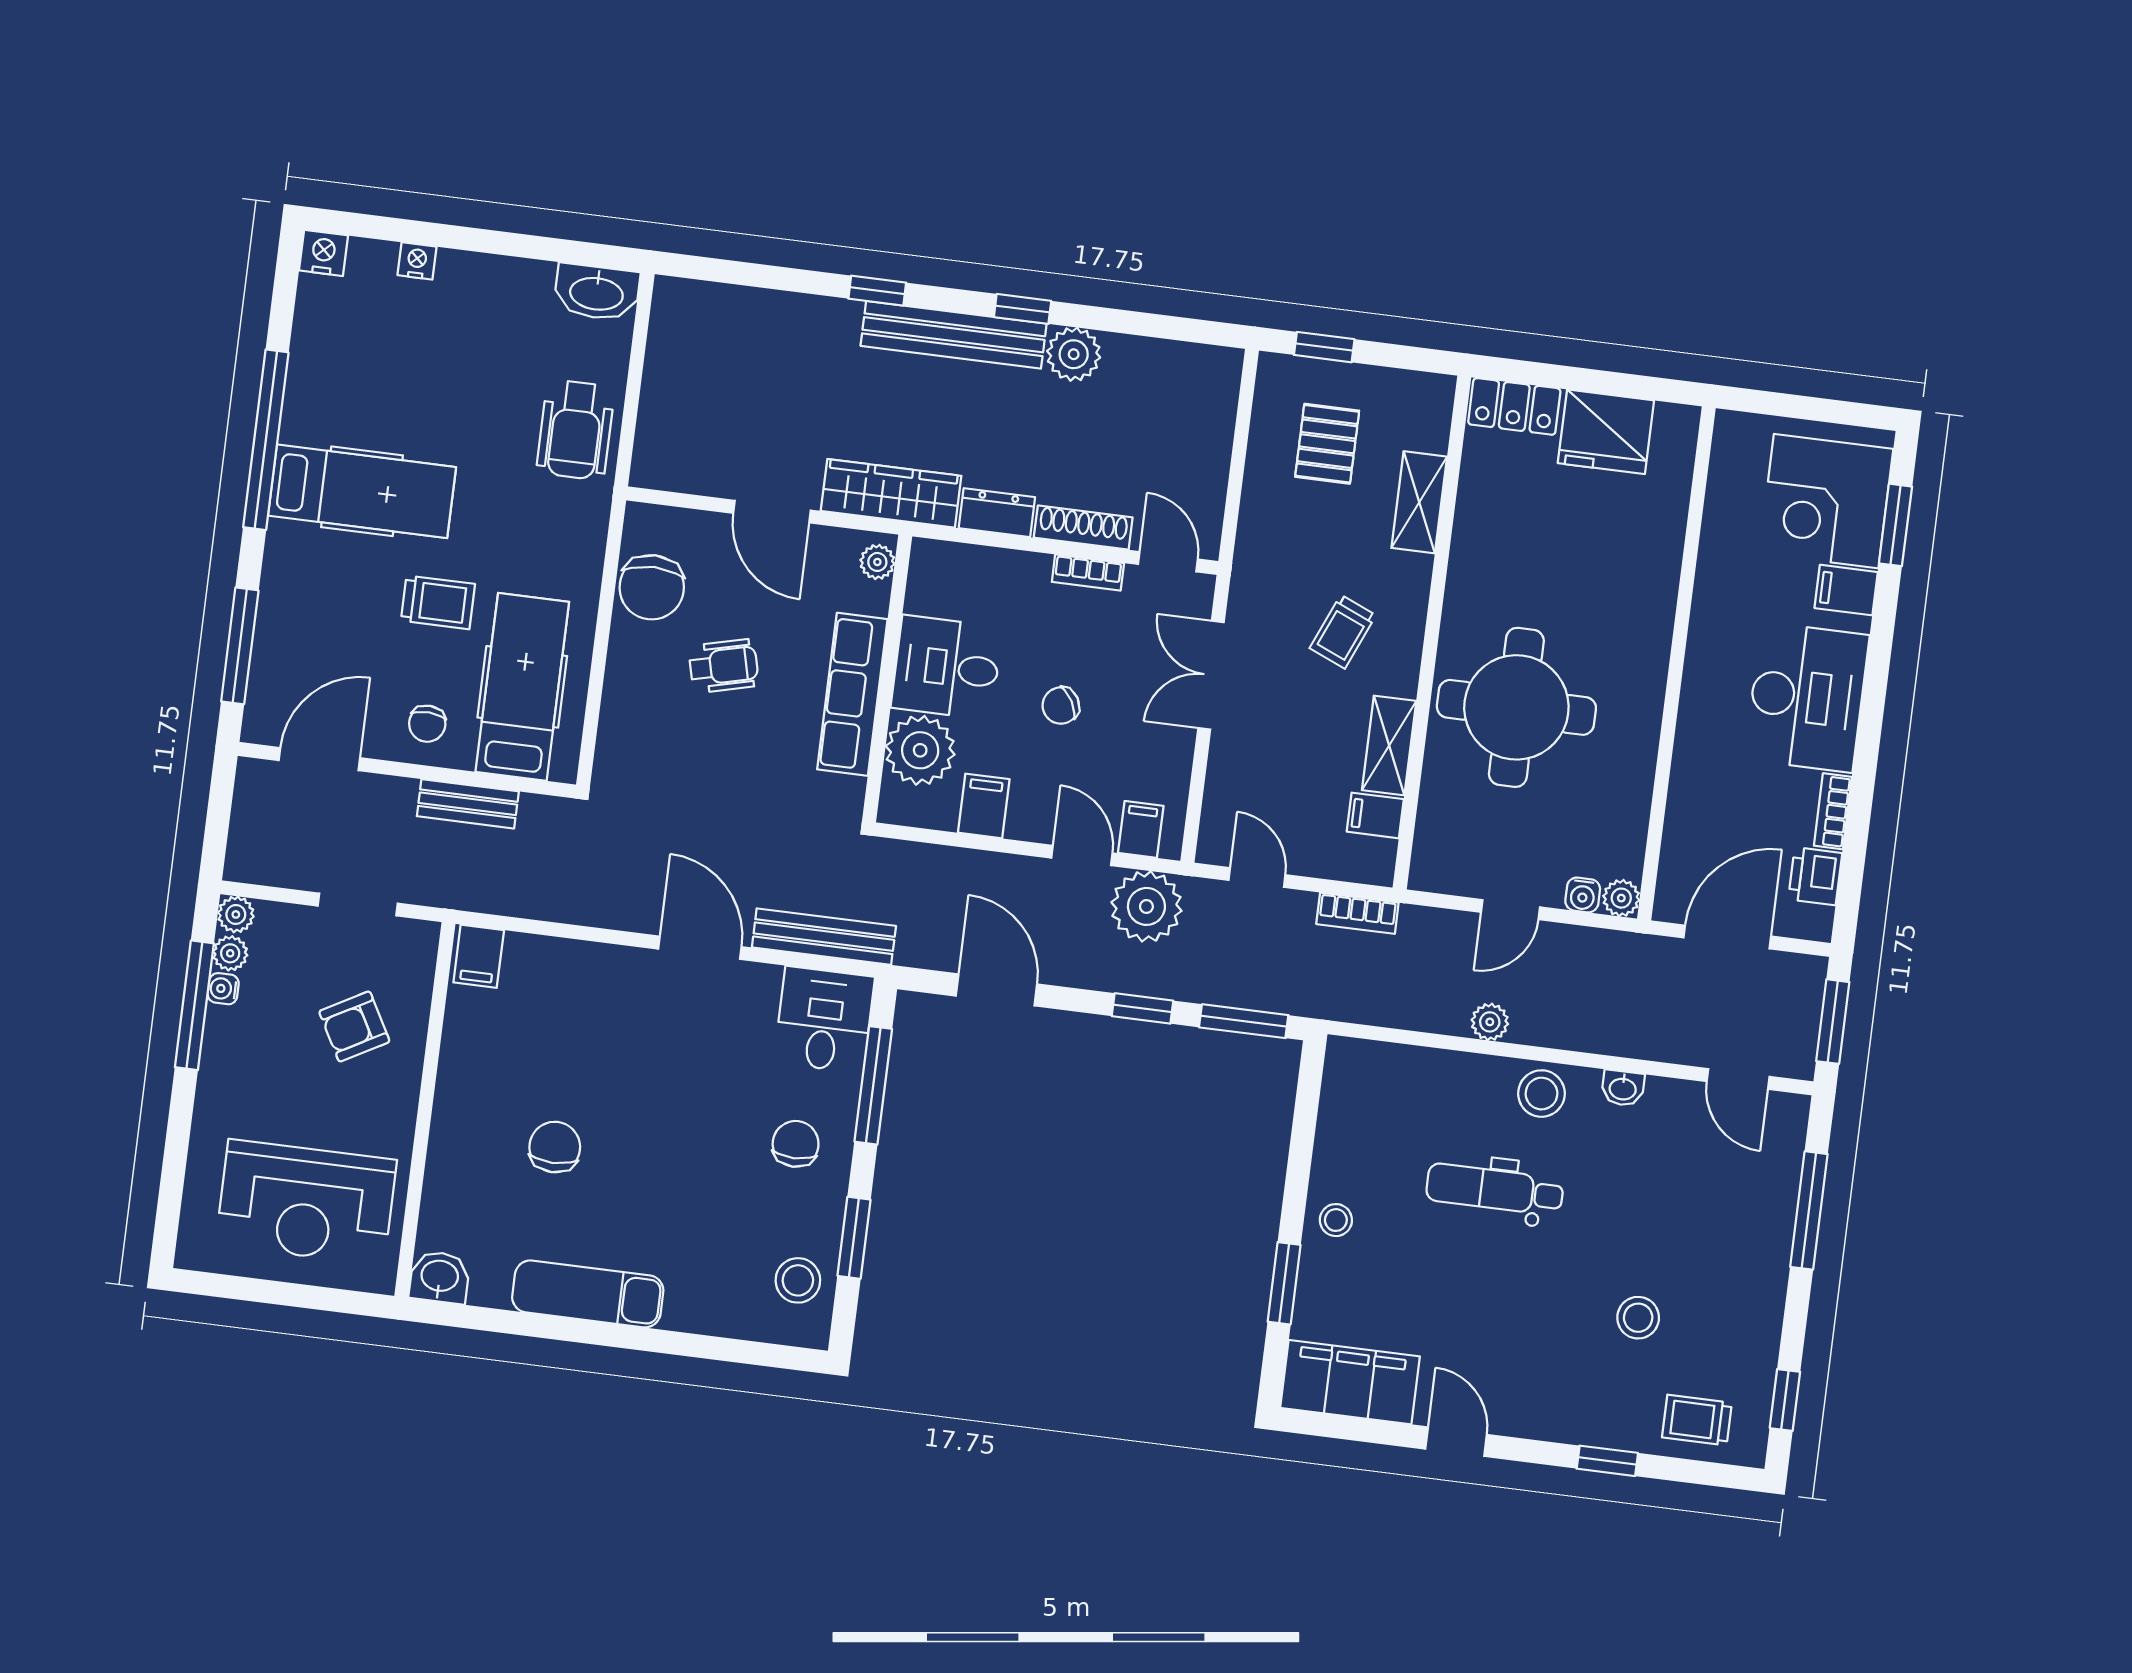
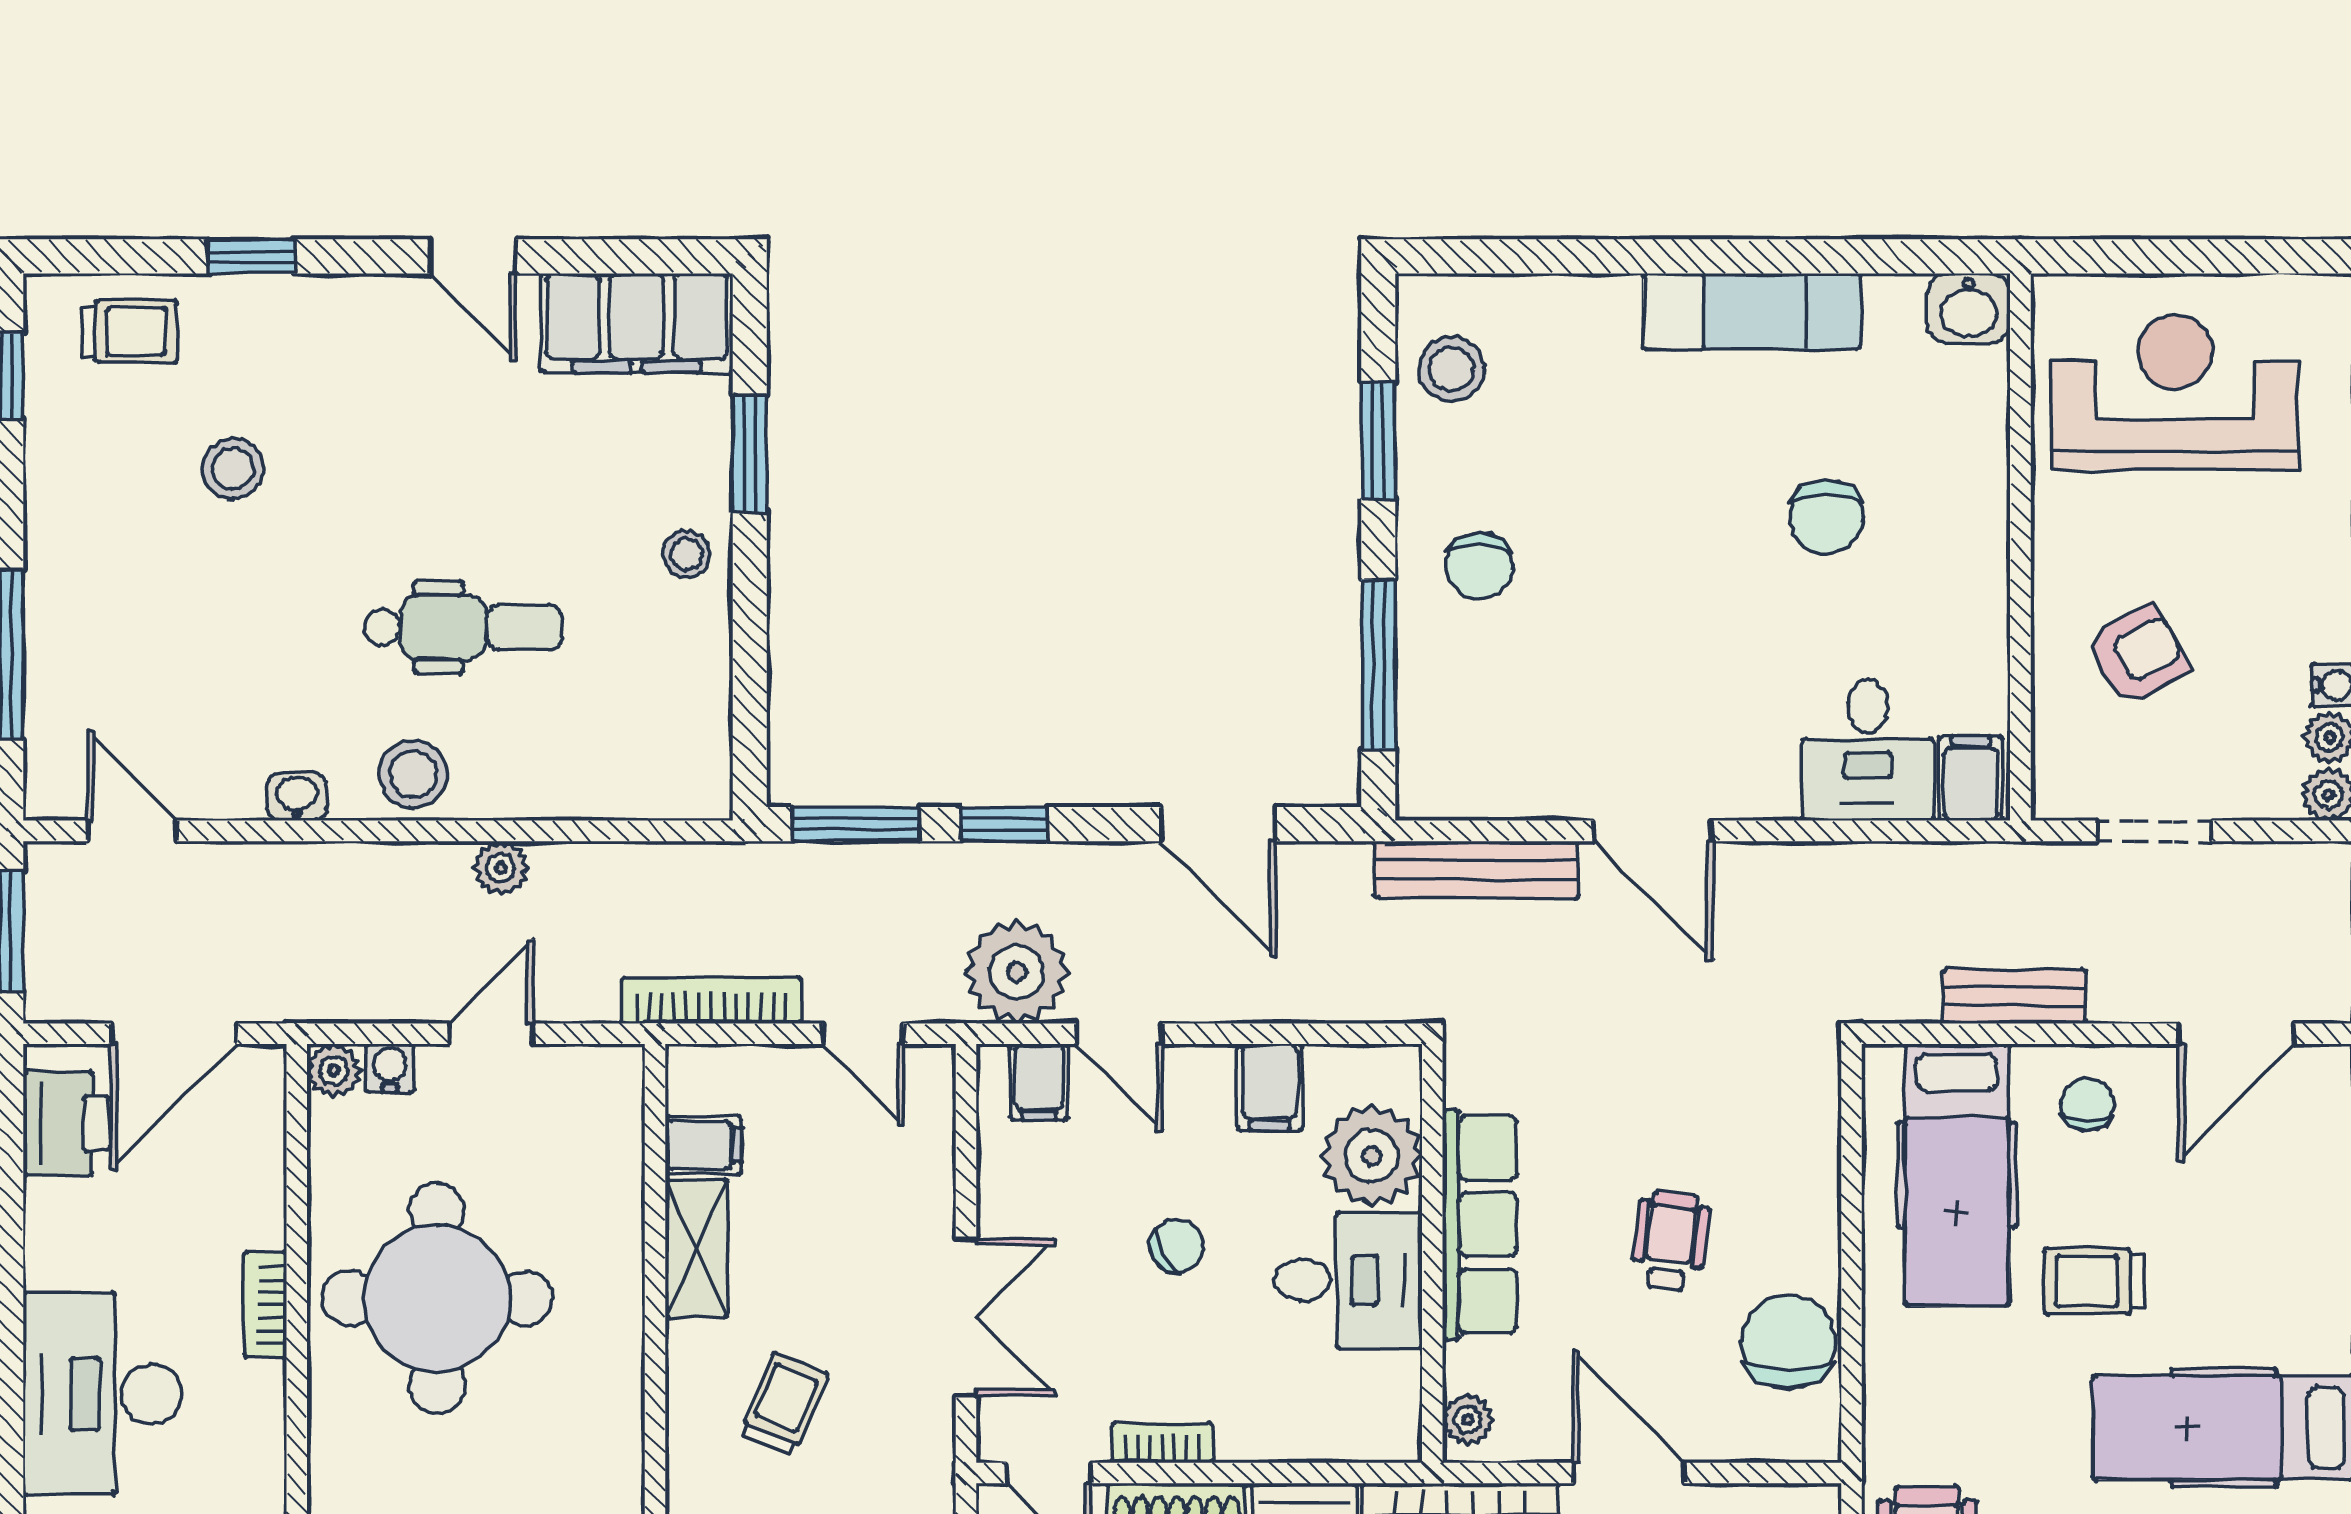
wheelchair: (724, 666) -> (1670, 1242), turned 111
round table: (1516, 707) -> (437, 1298), moved
bookcase: (1833, 811) -> (265, 1305), moved, turned 180
printer: (1815, 876) -> (66, 1123), width x1.36, depth x1.24
bookcase: (1357, 913) -> (711, 1000), width x1.56
desk: (824, 1020) -> (1868, 750), moved

